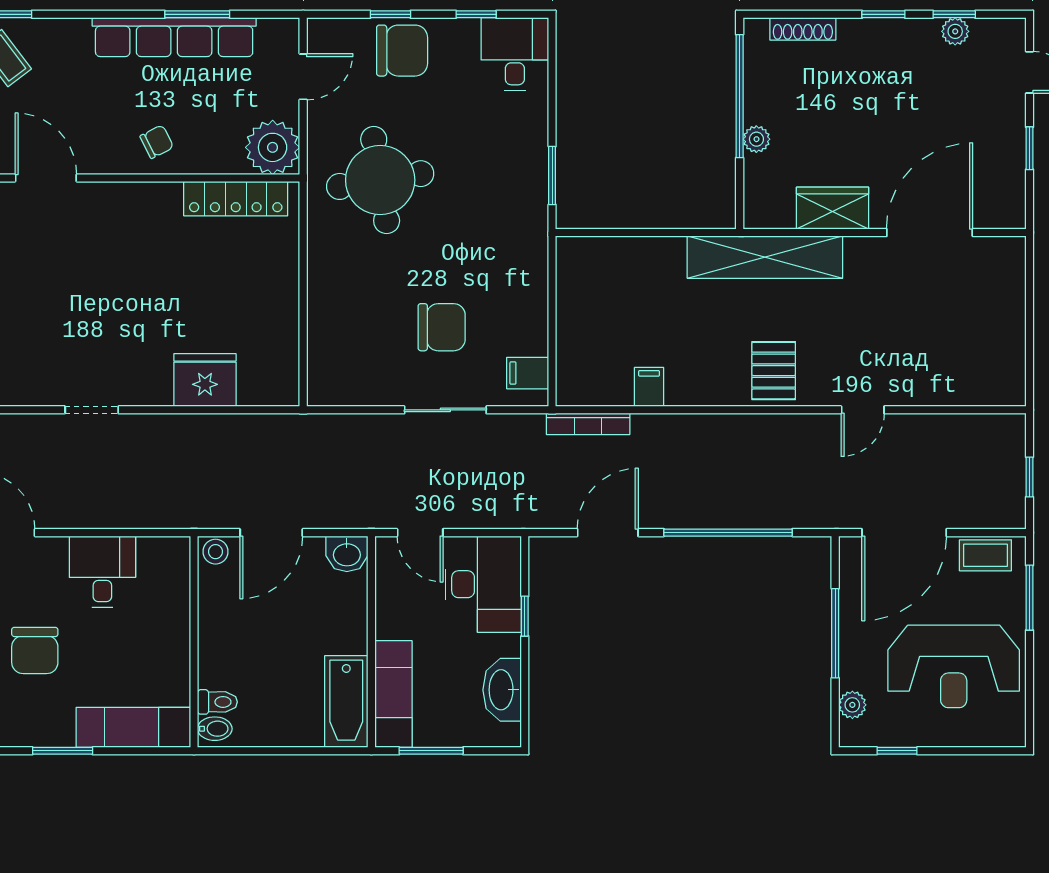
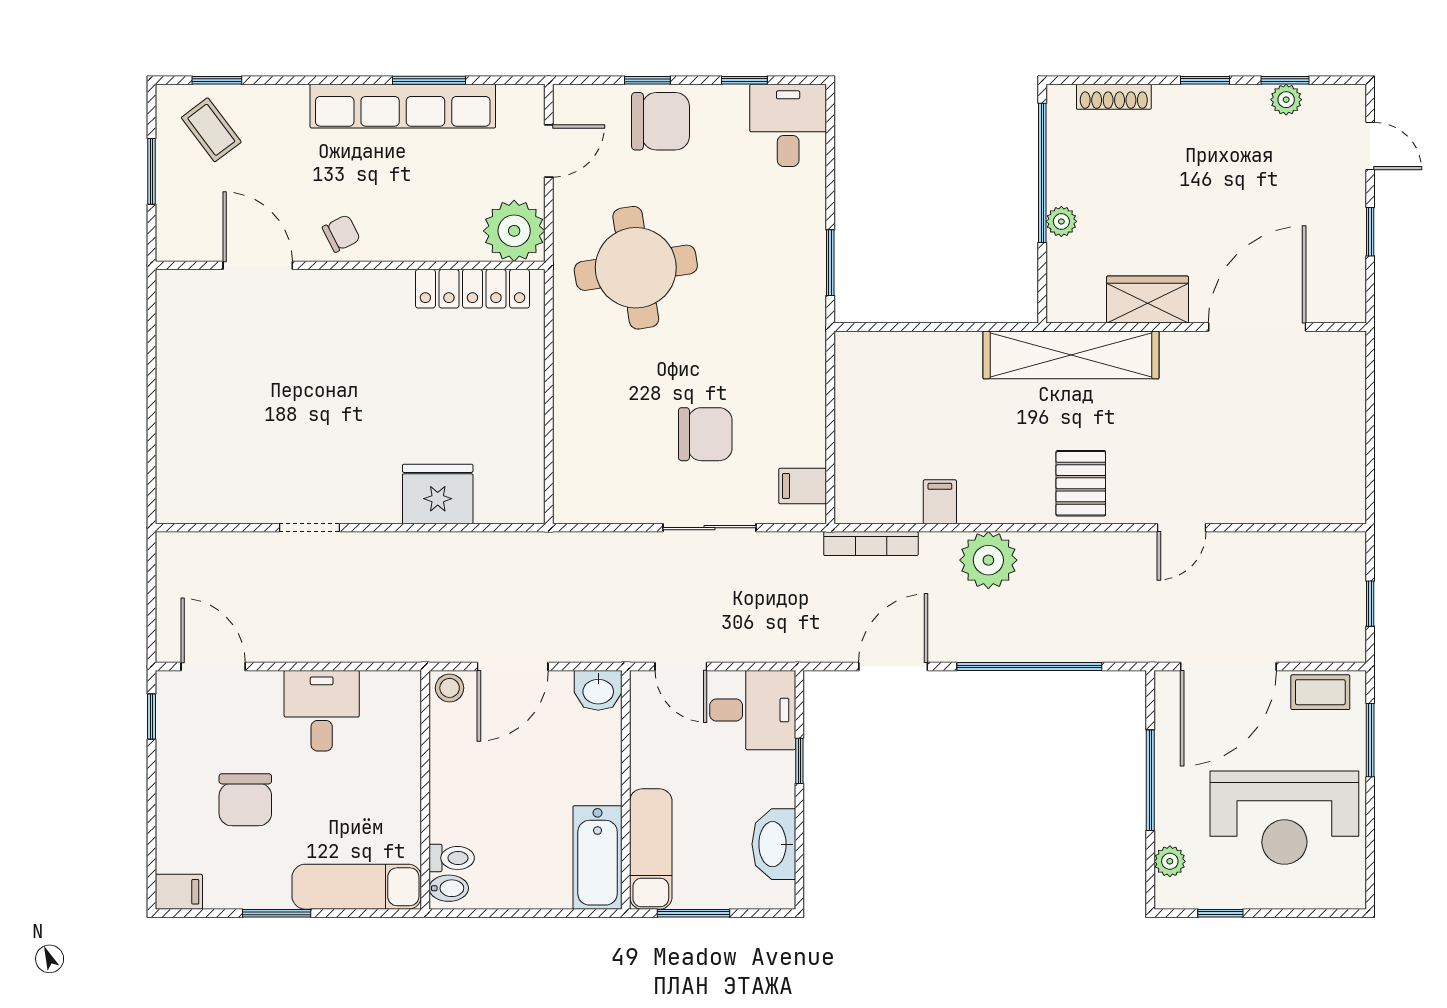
chair: (157, 142) -> (341, 233), moved
plant: (692, 439) -> (988, 560), added
desk: (483, 584) -> (753, 710), width x0.73

